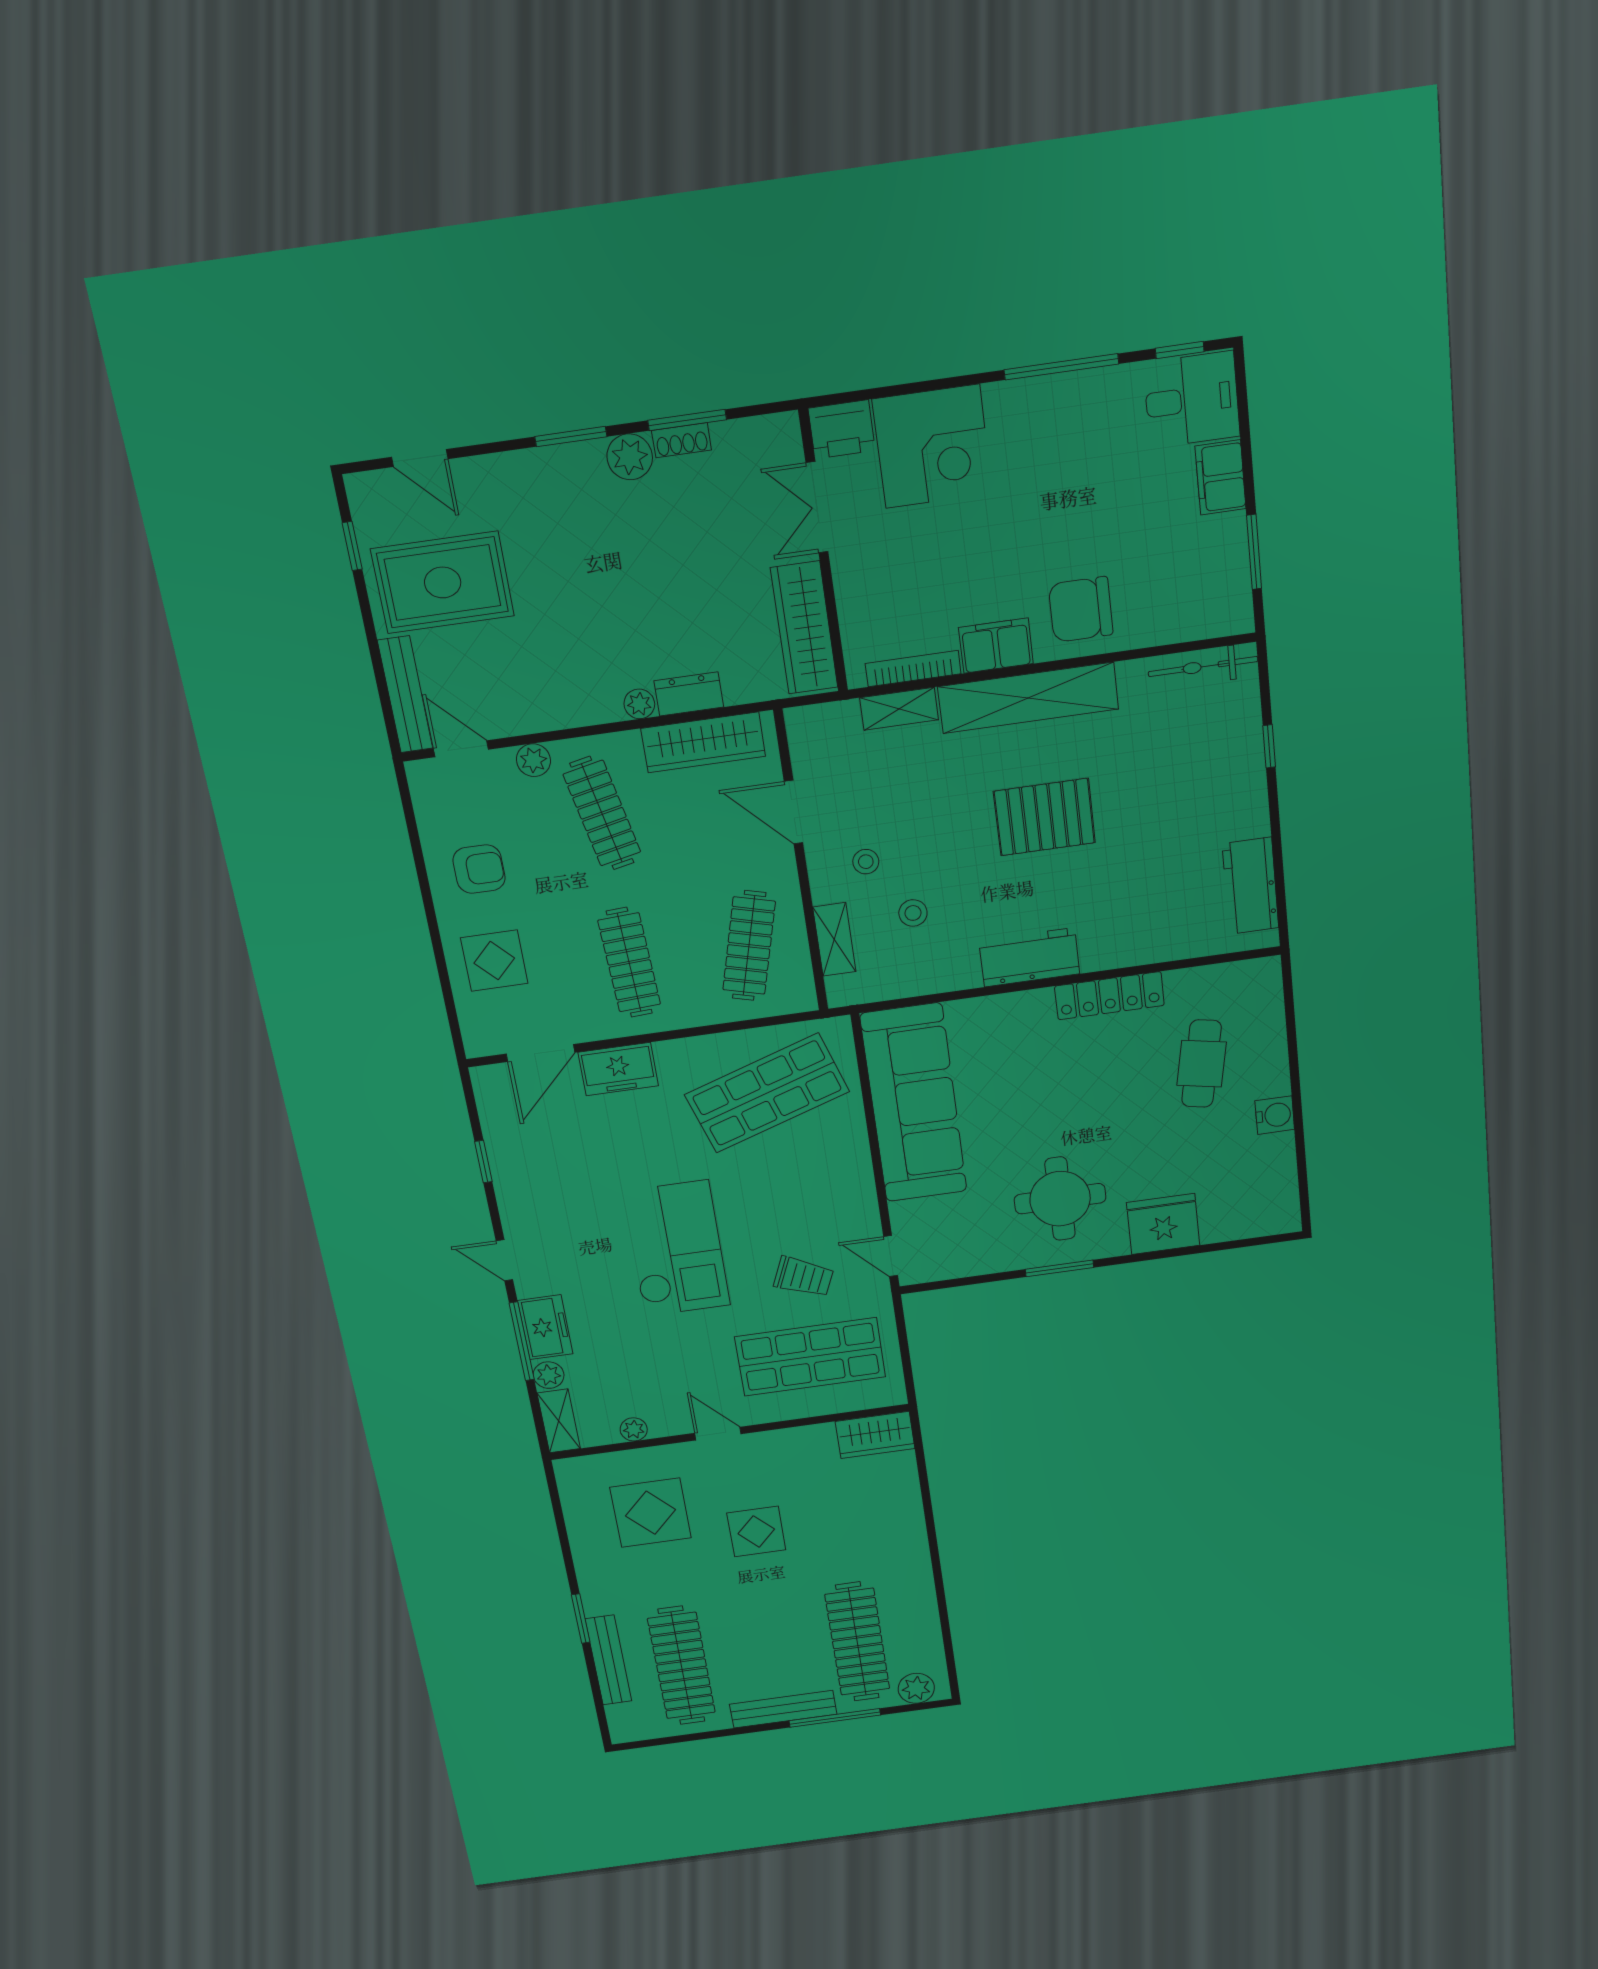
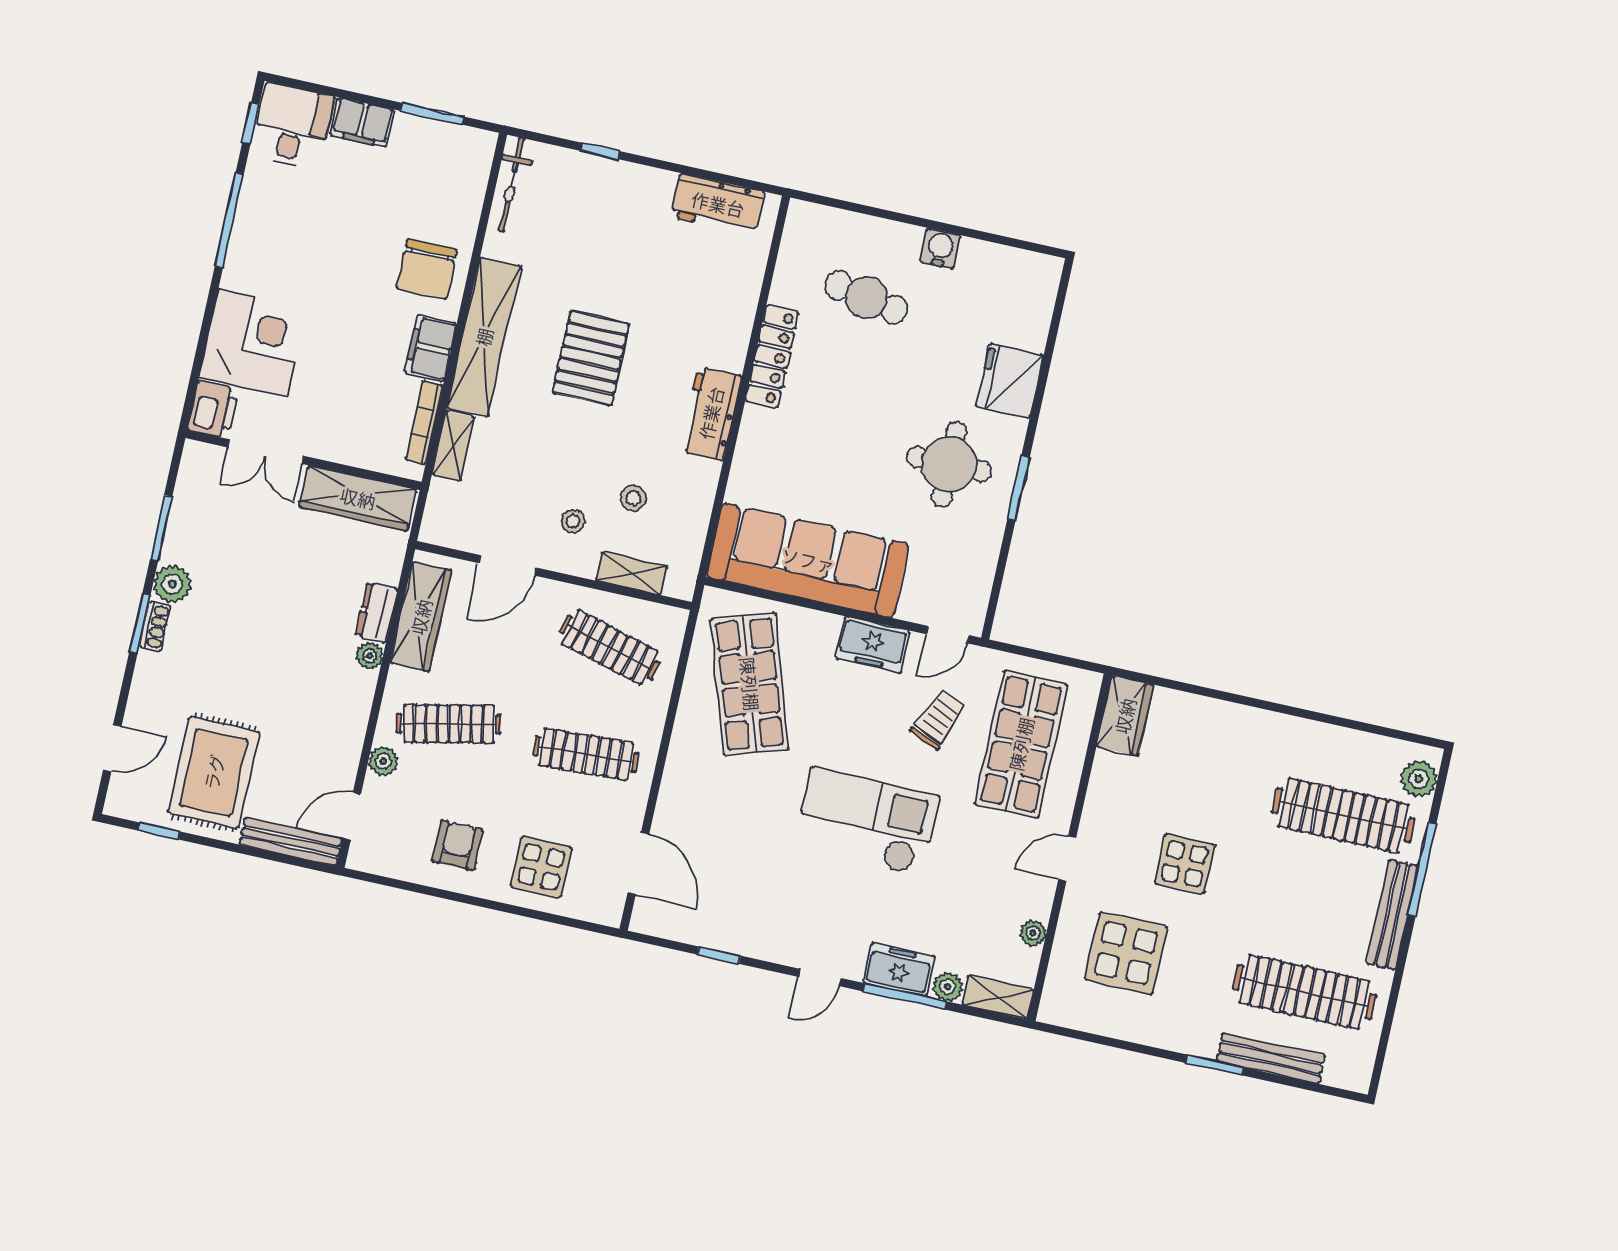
shoe rack: (682, 440) -> (155, 626), moved
freezer: (618, 1069) -> (873, 645), moved, turned 90

